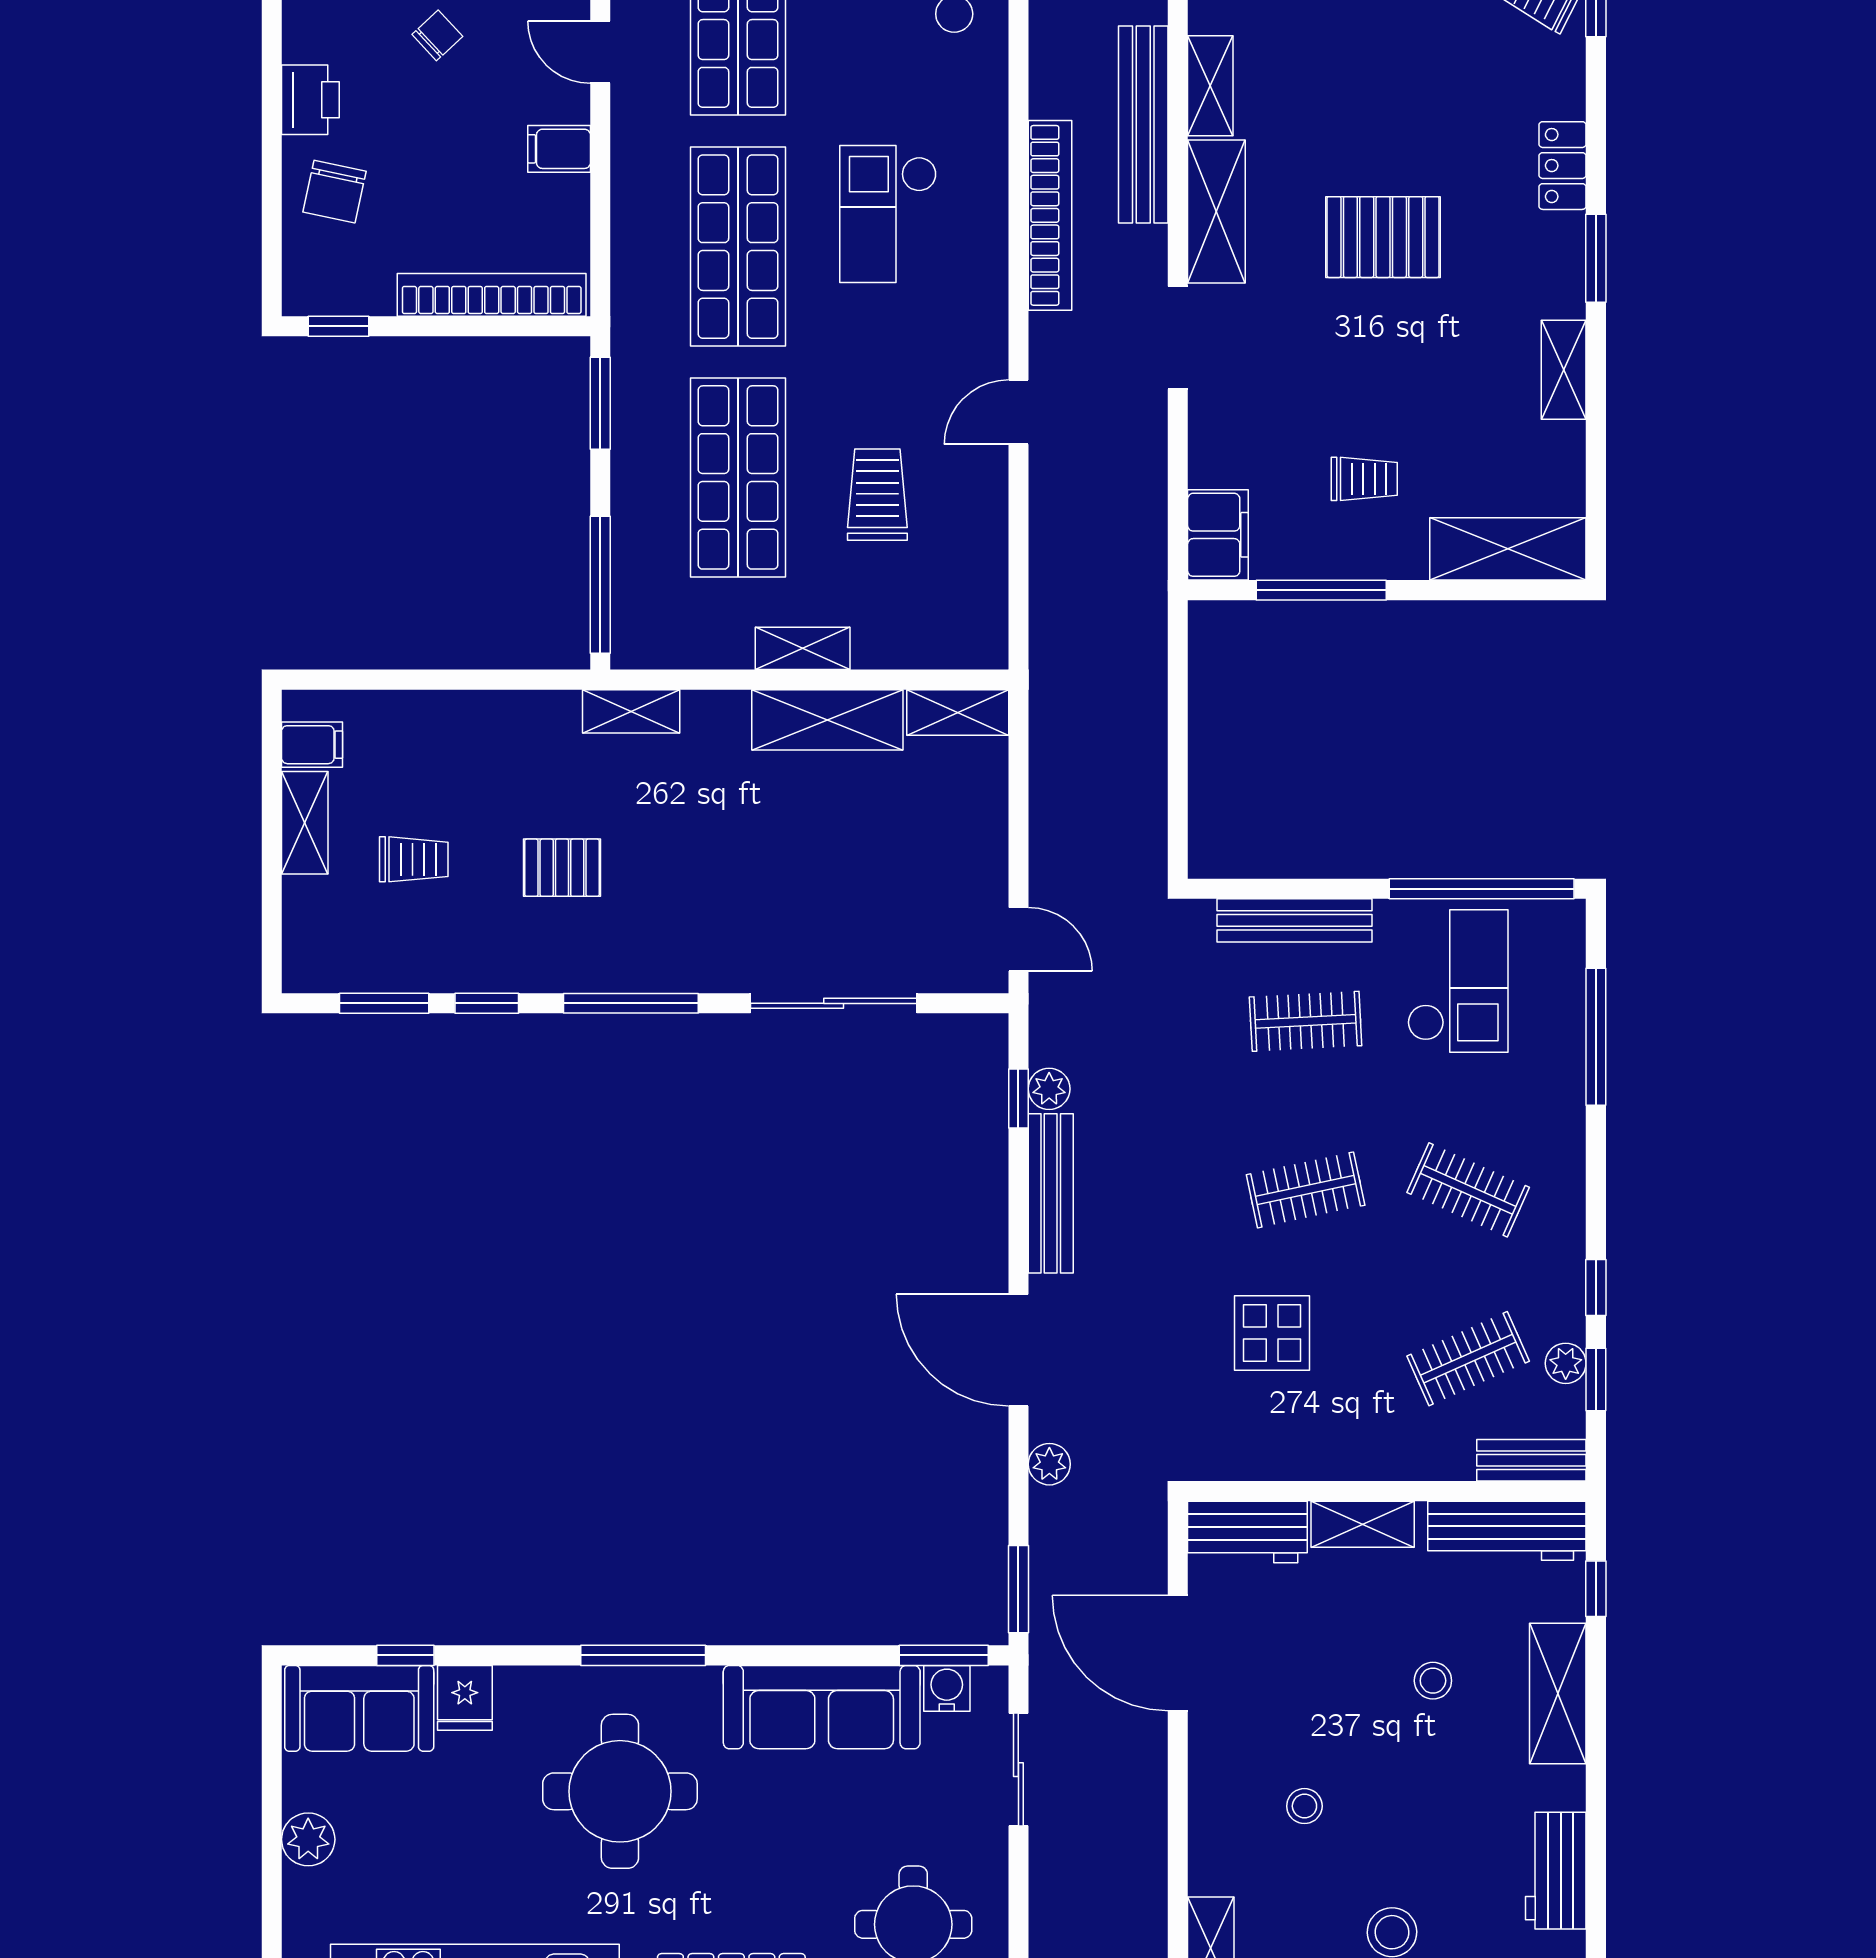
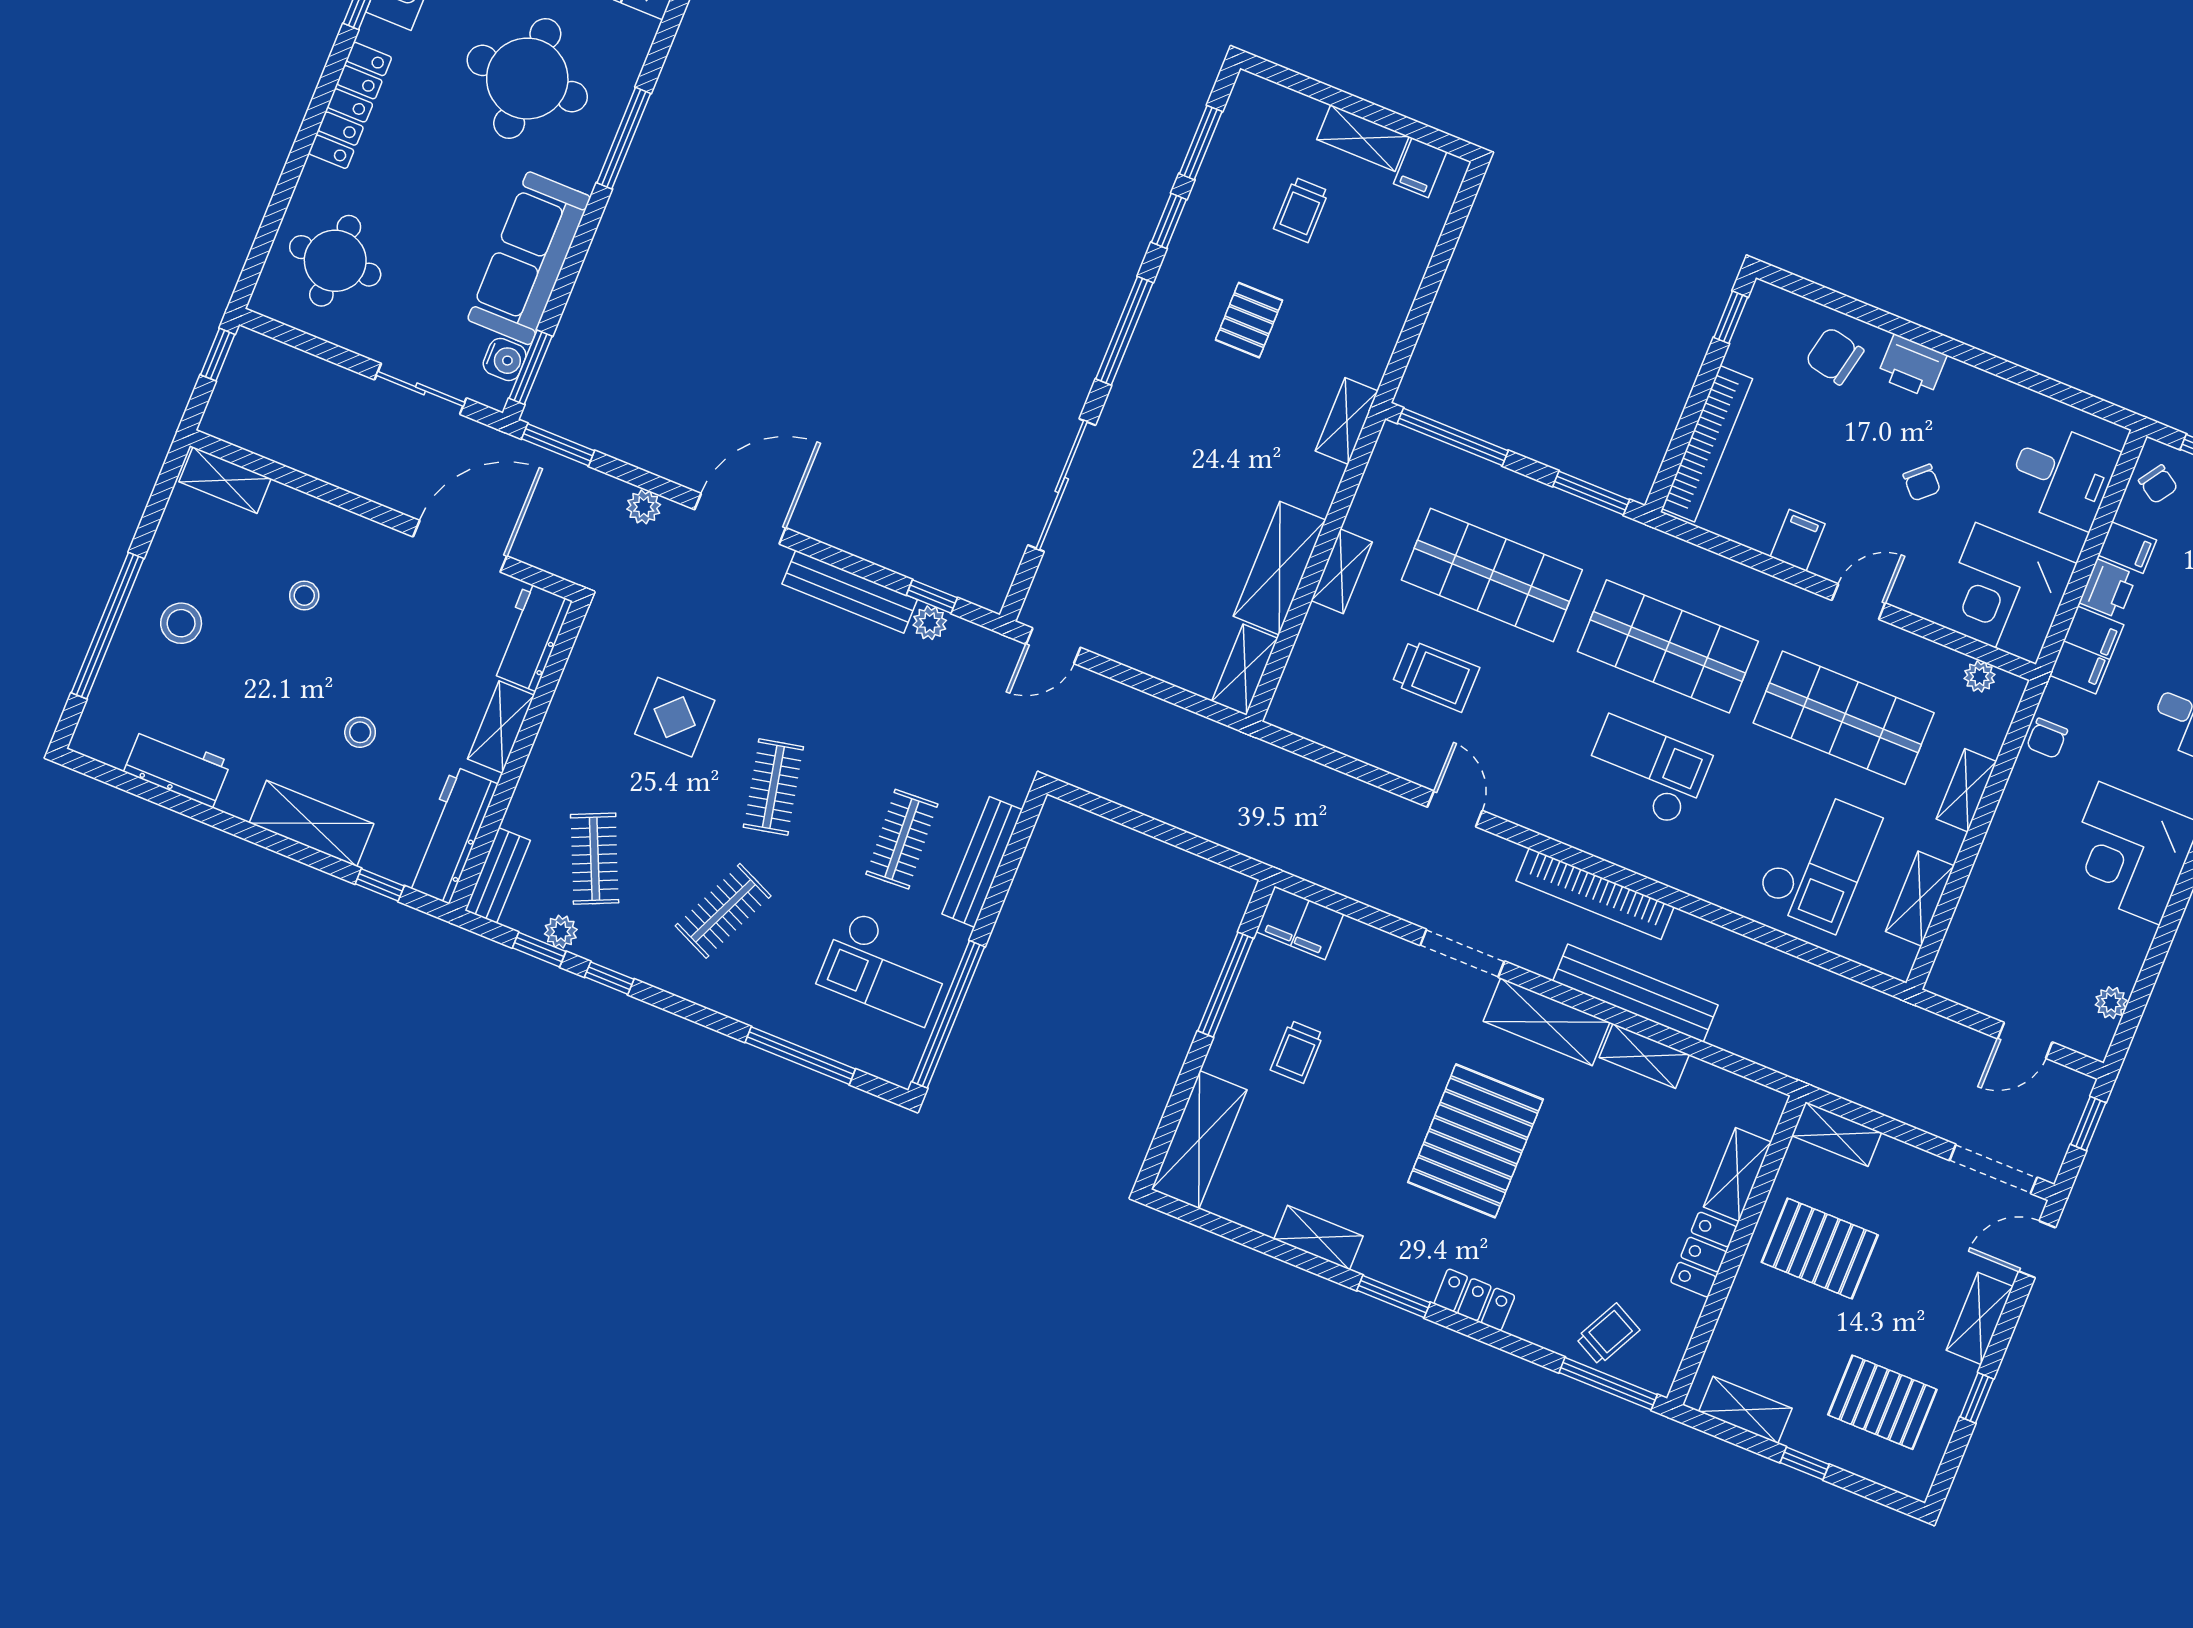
pallet: (1383, 237) -> (1475, 1141), width x1.37, depth x1.41

